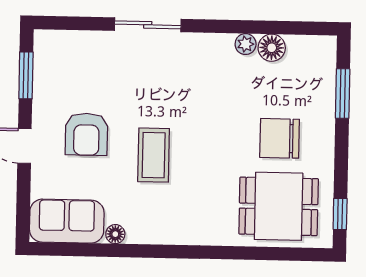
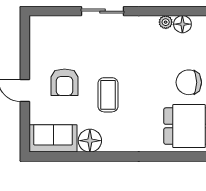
window: (26, 75) -> (25, 45), removed
floor lamp: (115, 234) -> (90, 141), width x1.89, depth x1.89

